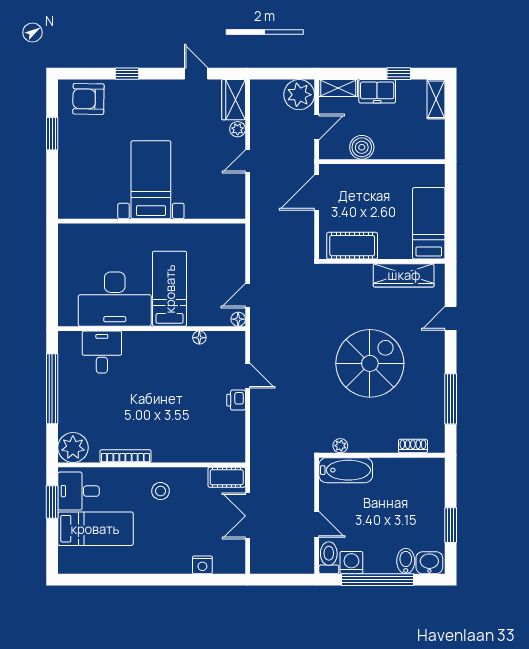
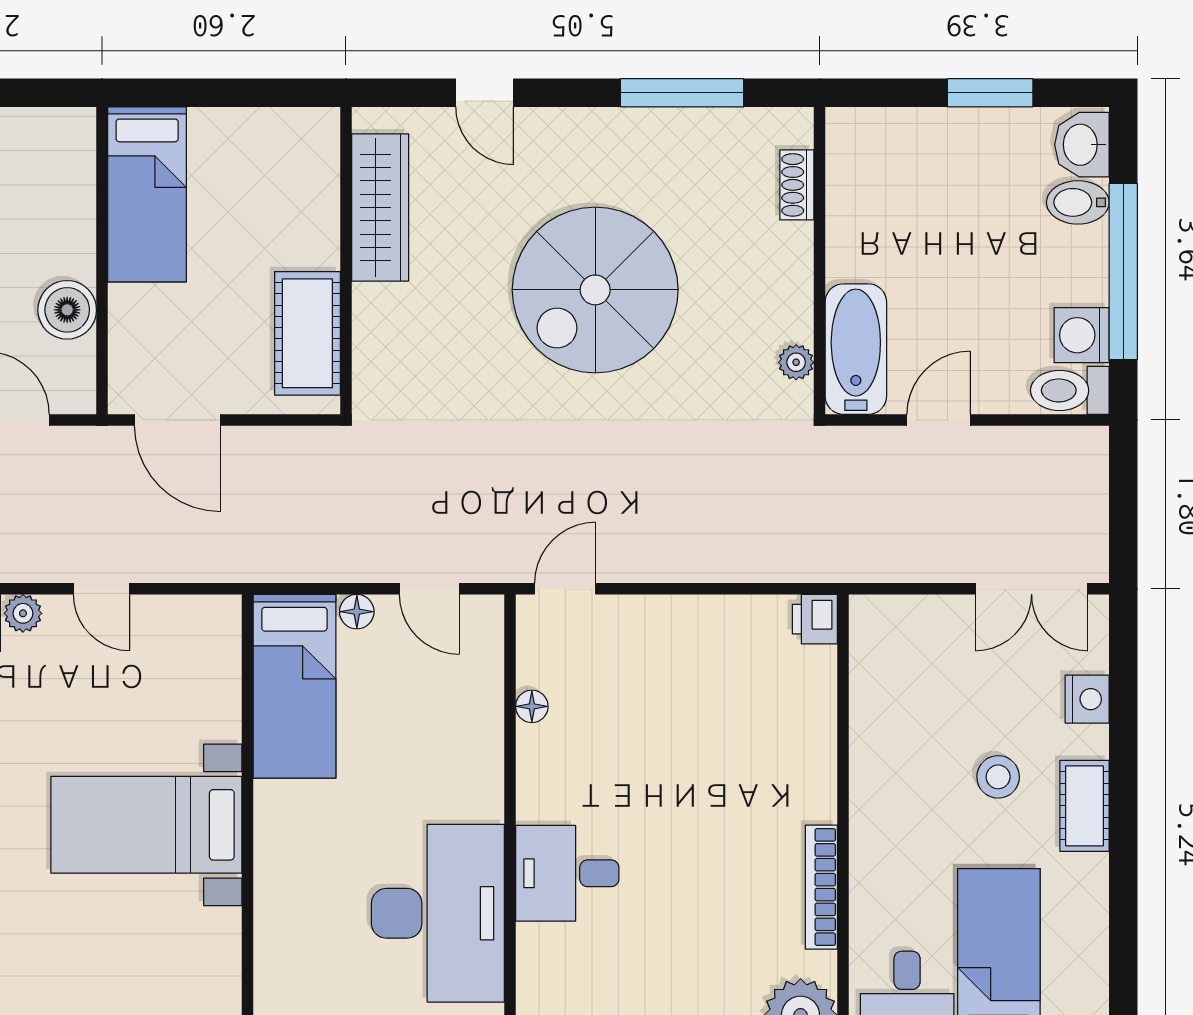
bed: (429, 223) -> (147, 194), moved, turned -90
bed: (170, 289) -> (294, 686), moved, turned -90
floor lamp: (238, 319) -> (357, 612), moved
desk: (102, 352) -> (567, 873), moved
spiral stairs: (370, 363) -> (595, 290), turned -90
door: (248, 376) -> (565, 589), moved
printer: (236, 400) -> (815, 619), moved, turned 90
cot: (227, 477) -> (1084, 806), moved
stool: (161, 491) -> (998, 777), moved
double door: (248, 516) -> (1032, 589), moved
door: (317, 524) -> (939, 420), moved

